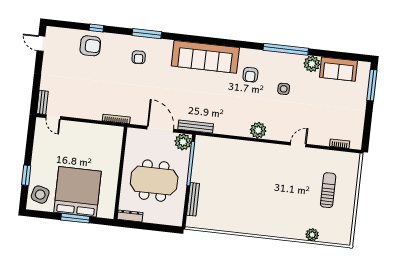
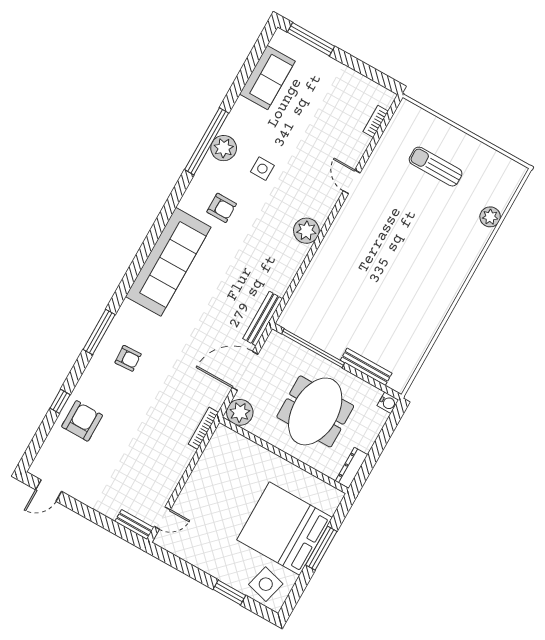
plant: (312, 64) -> (224, 148), moved
plant: (183, 142) -> (240, 412), moved
water cooler: (177, 221) -> (388, 403), added

